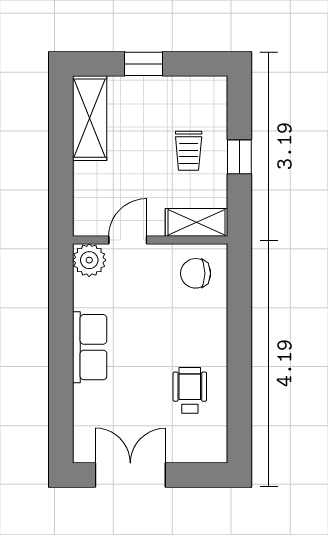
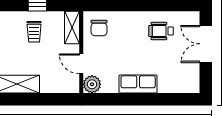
trolley: (189, 151) -> (34, 32), turned 90
double door: (130, 475) -> (206, 44), moved

